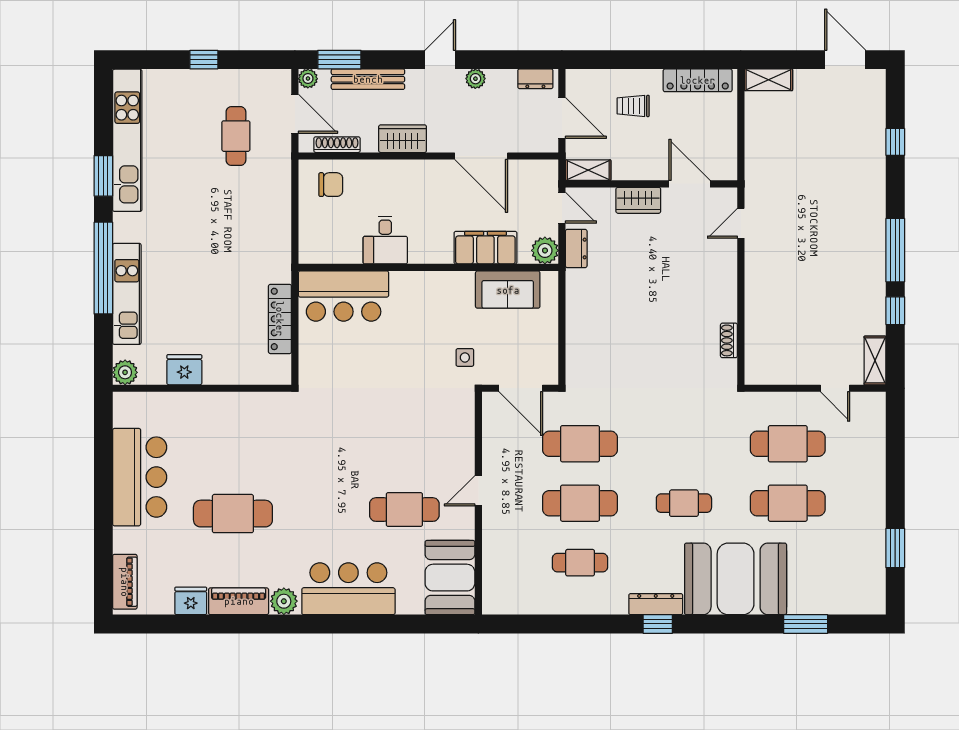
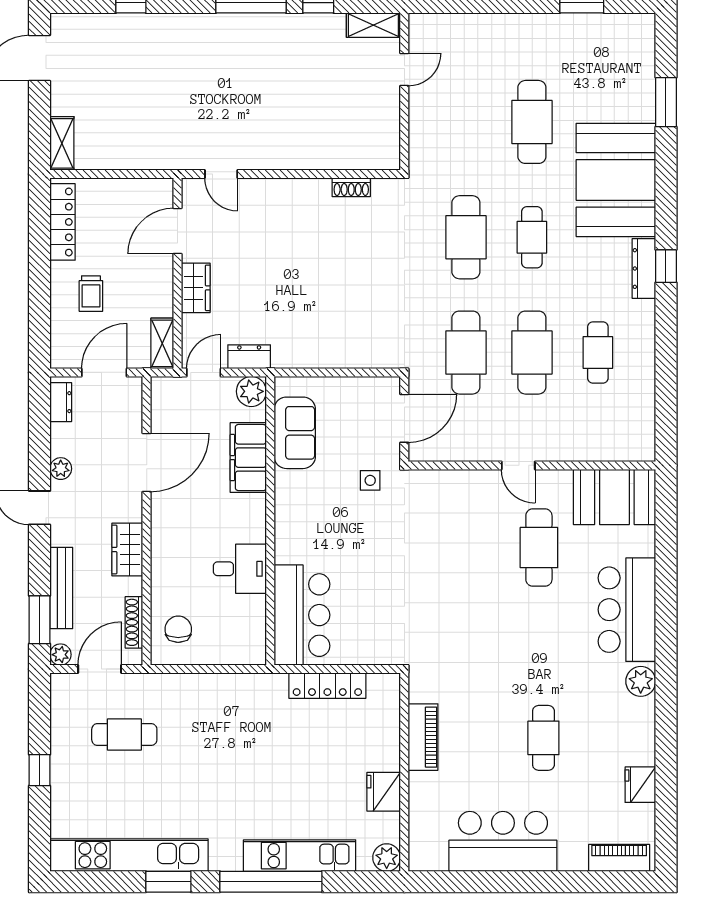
cafe table: (788, 444) -> (466, 237), moved
cafe table: (233, 514) -> (543, 738), width x0.73, depth x0.74
piano: (239, 601) -> (423, 737), moved, turned 180

